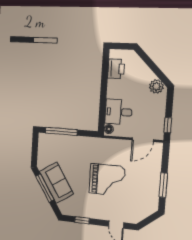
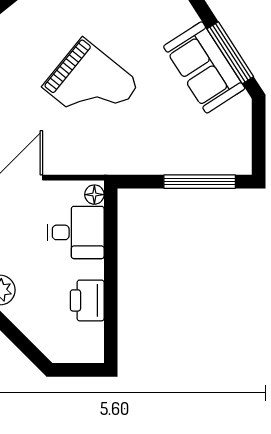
printer: (116, 69) -> (87, 300), moved
grand piano: (107, 180) -> (91, 85), turned -141

